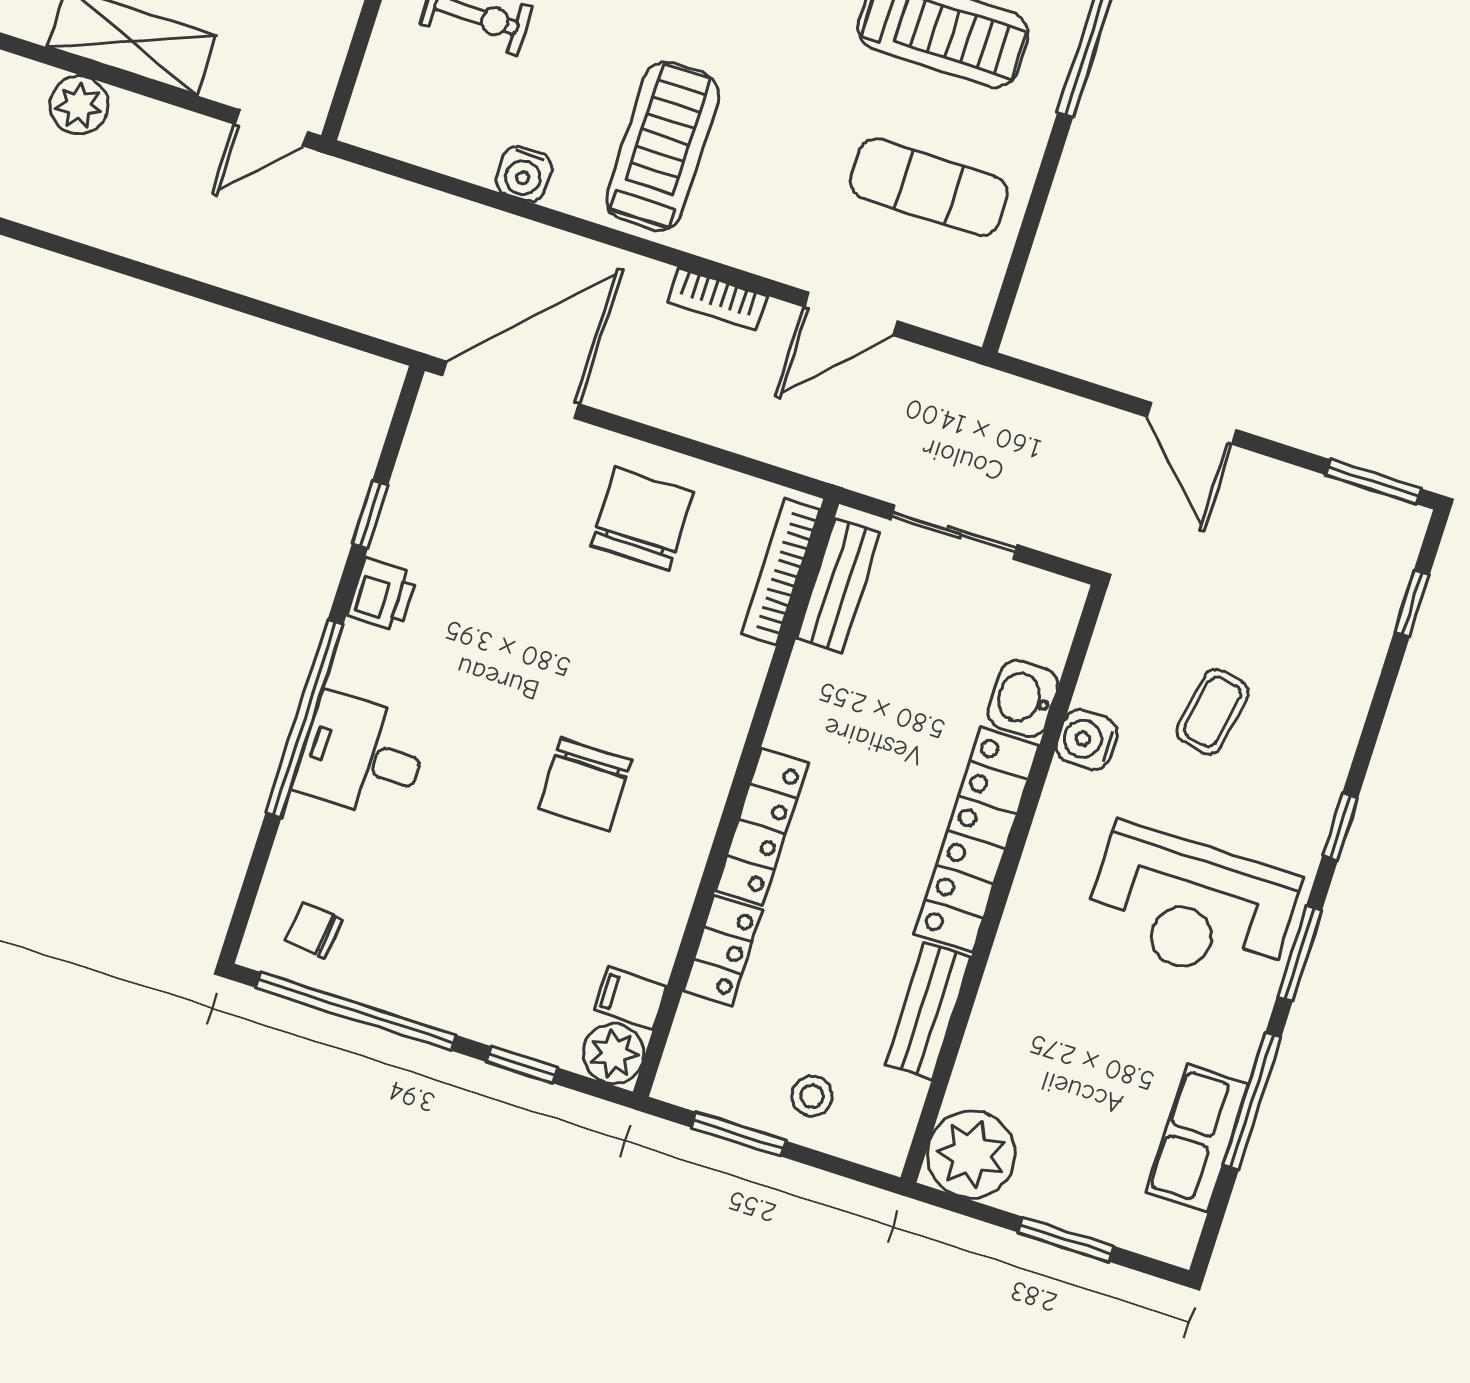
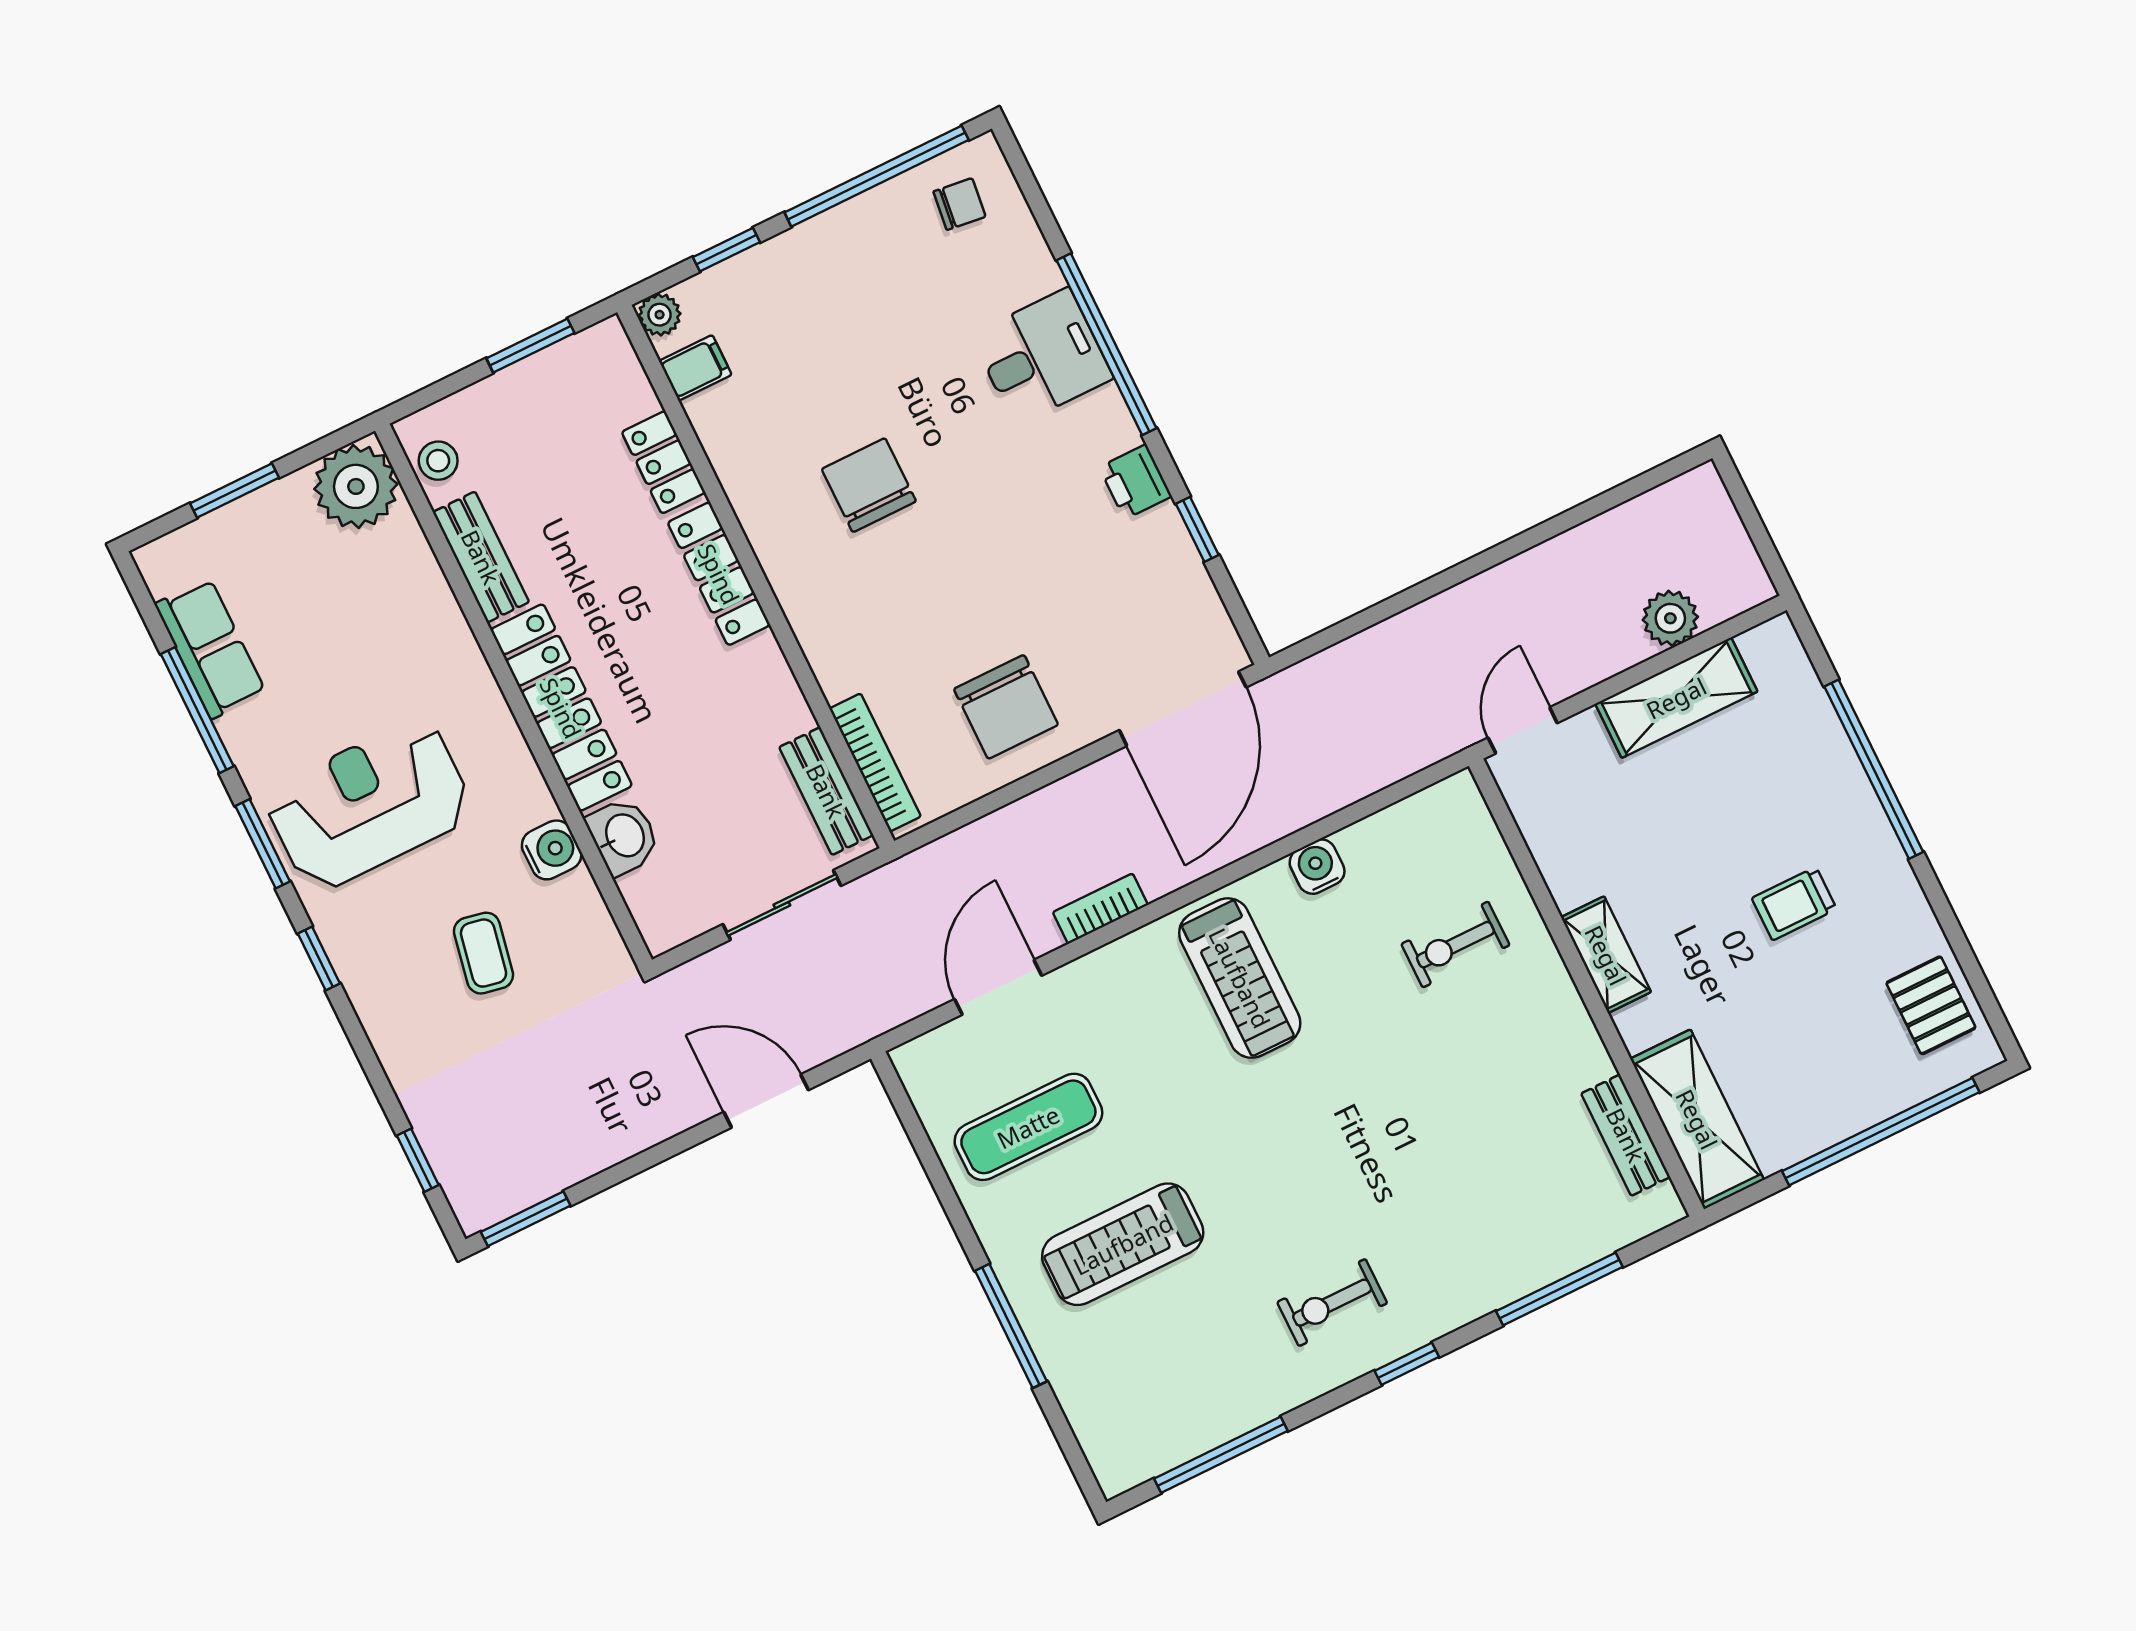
door: (1191, 423) -> (766, 1101), moved
plant: (614, 1054) -> (660, 315), width x0.73, depth x0.73
stool: (812, 1096) -> (438, 461), moved

